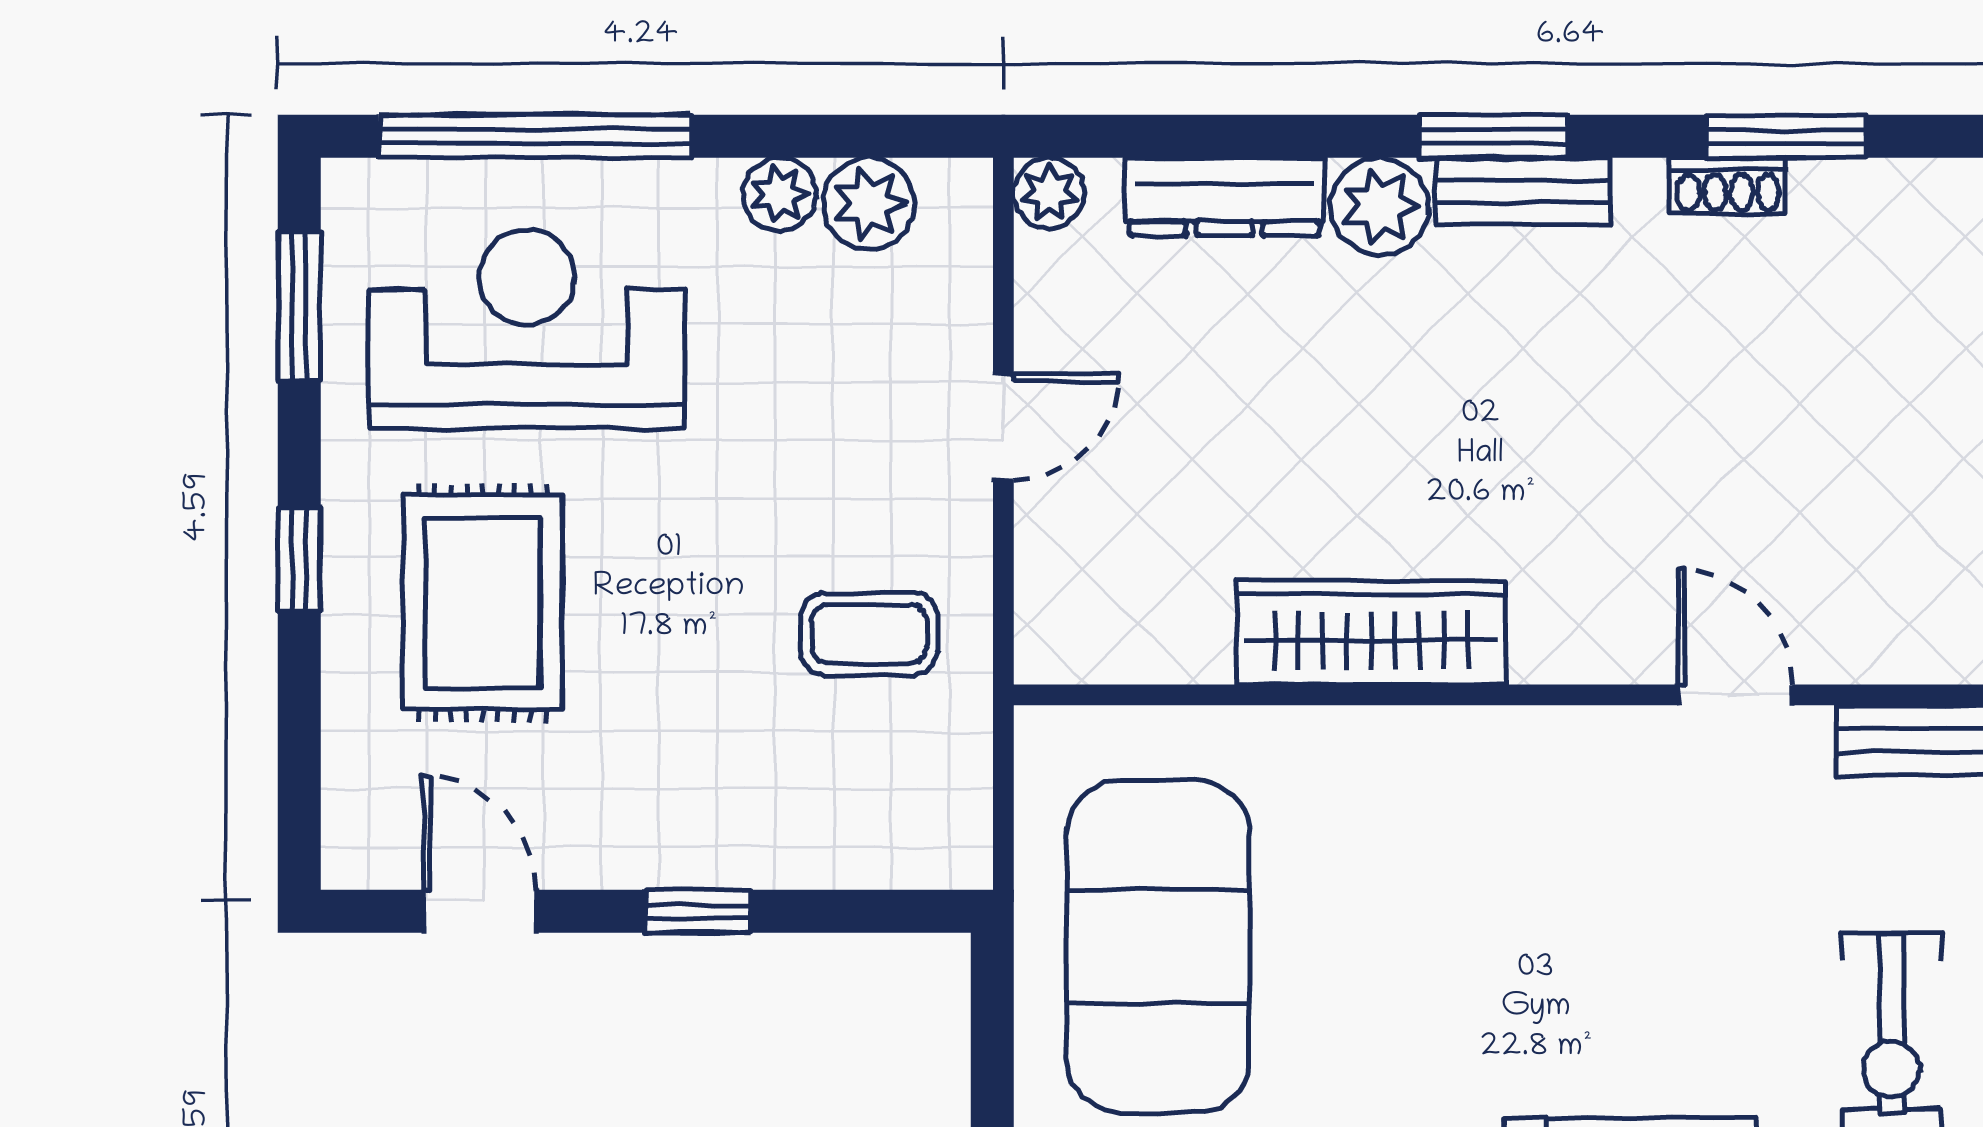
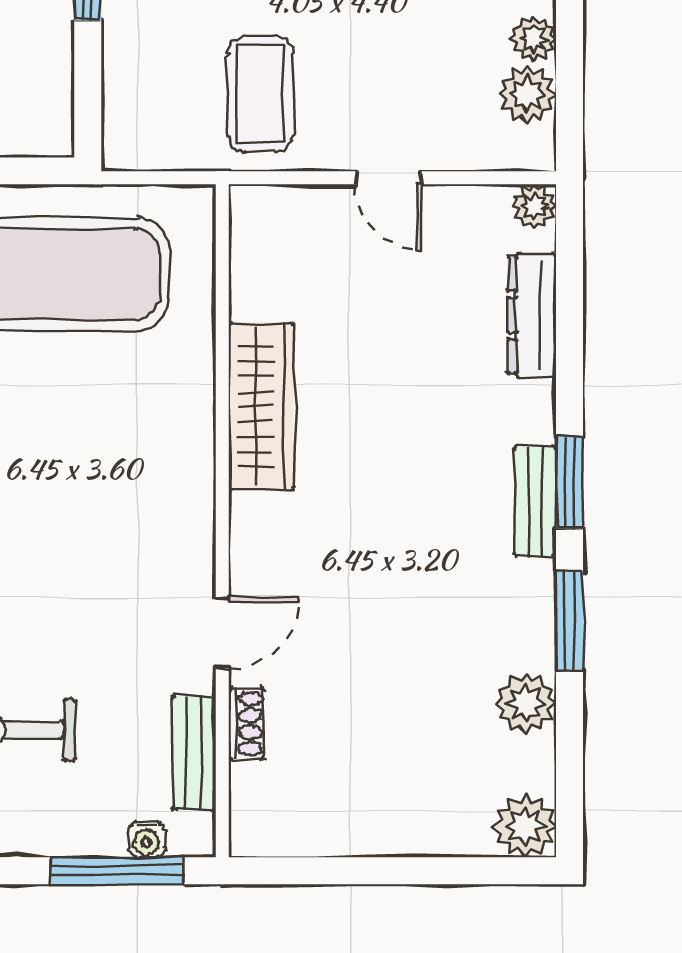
window: (1786, 136) -> (569, 621), moved
shoe rack: (1728, 186) -> (246, 724), moved, turned 180
plant: (1380, 206) -> (526, 703), moved
coffee table: (869, 634) -> (260, 94), width x1.36, depth x1.30

